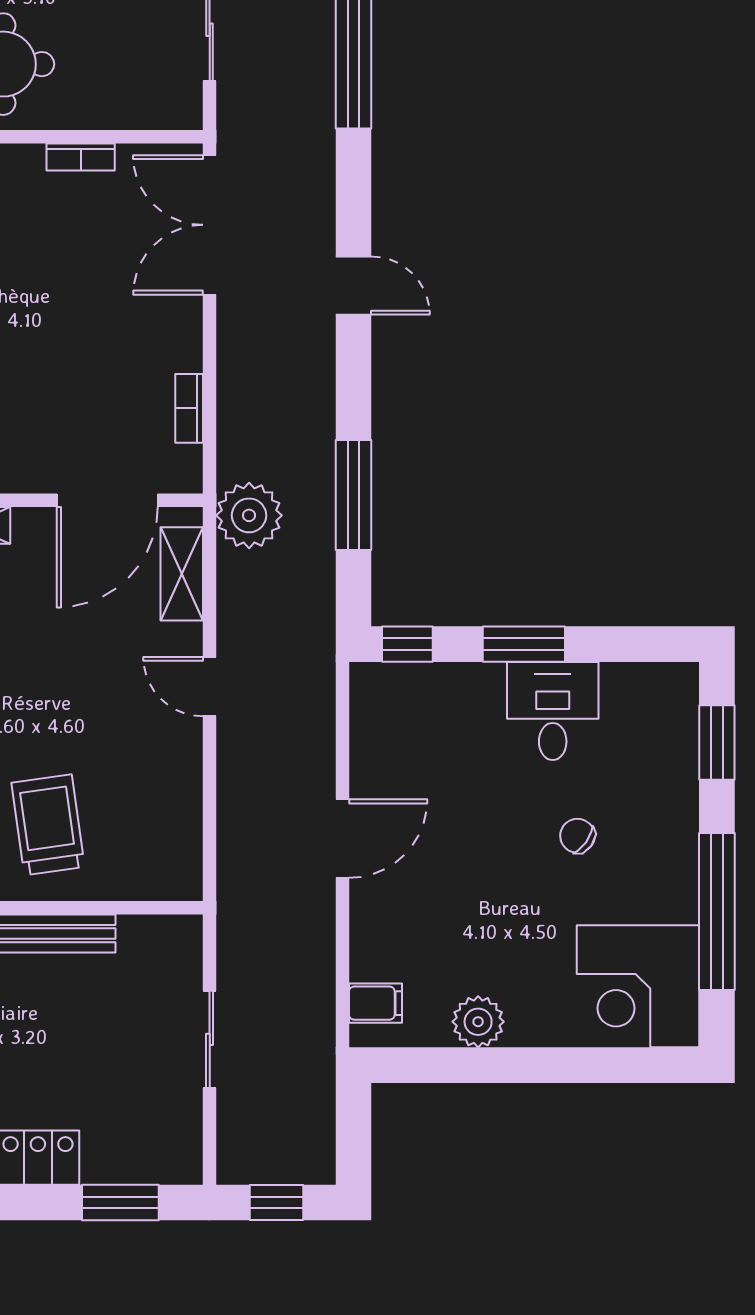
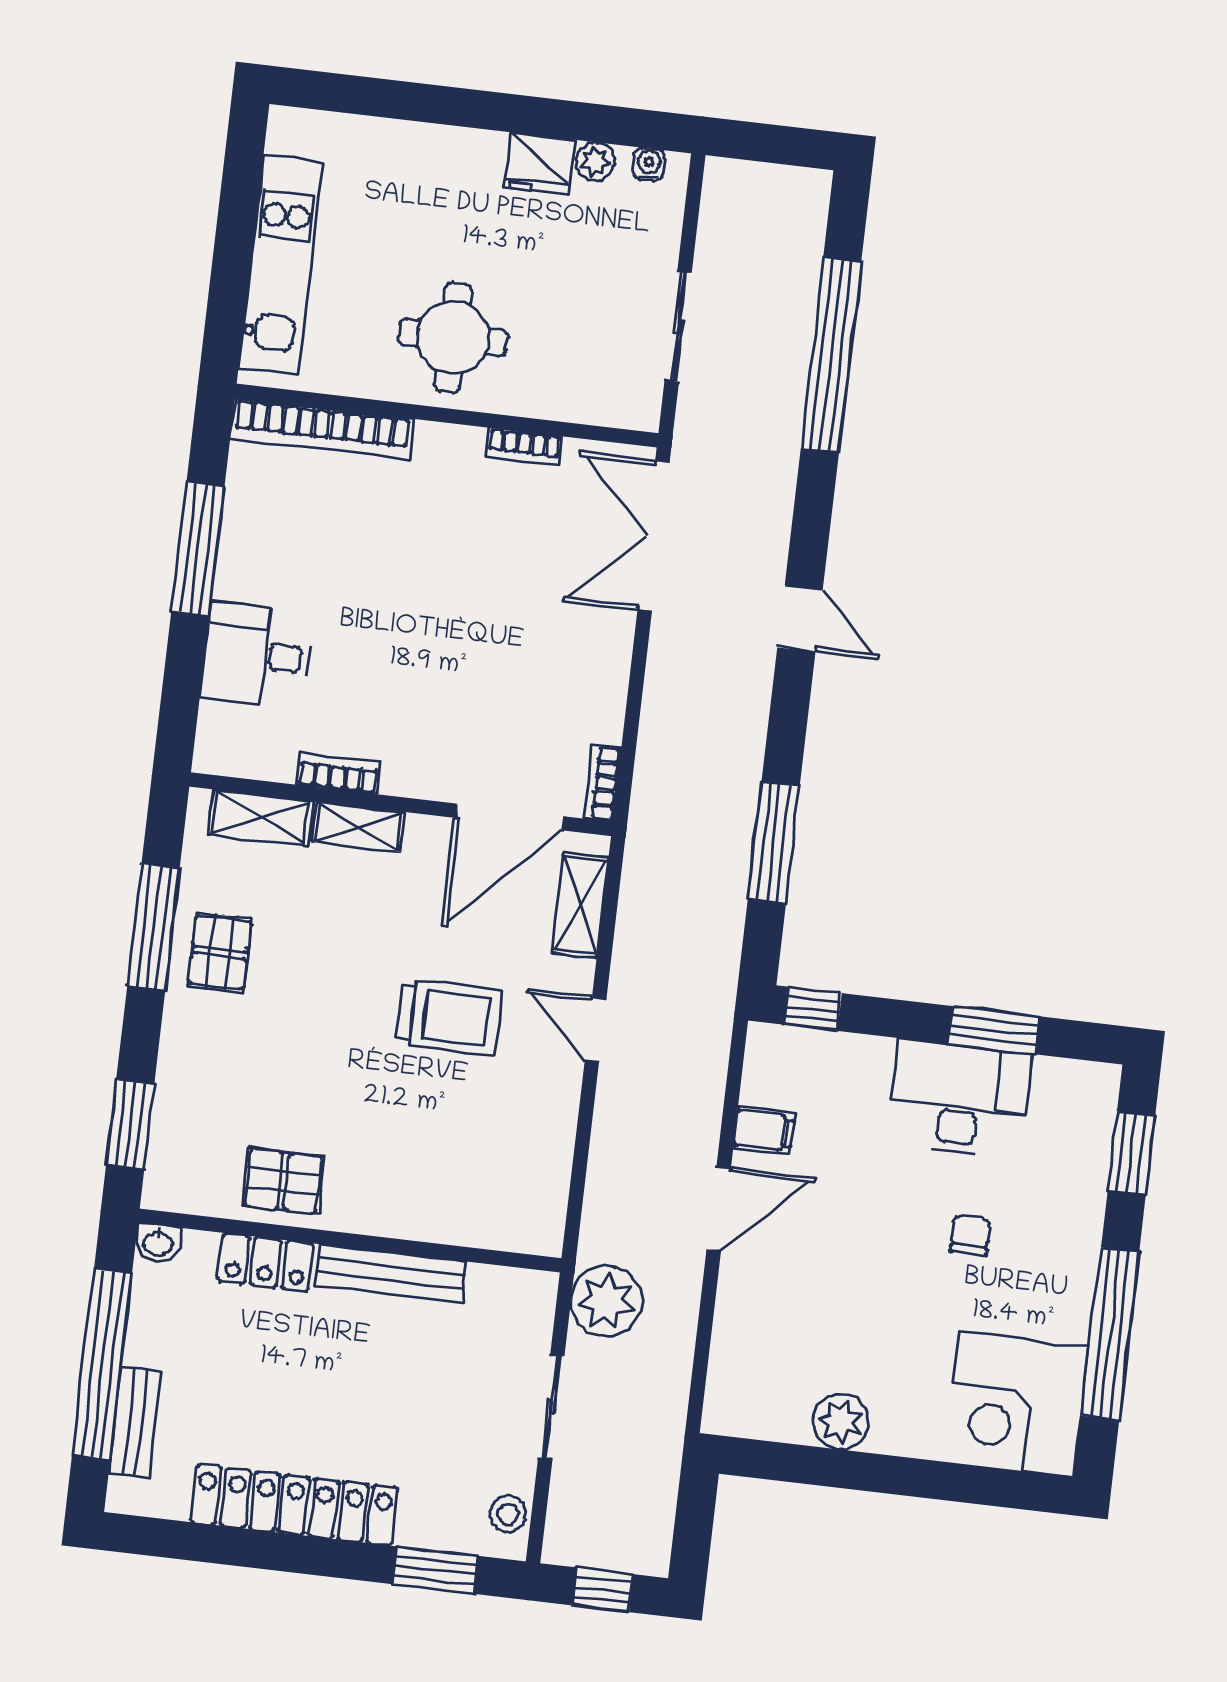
bookcase: (189, 408) -> (602, 783), moved
plant: (249, 515) -> (606, 1301), moved
window: (524, 644) -> (994, 1030), moved
desk: (553, 711) -> (960, 1099), width x1.37
trolley: (48, 825) -> (449, 1017), moved, turned 98
chair: (577, 836) -> (970, 1235), turned 55
filing cabinet: (376, 1003) -> (764, 1131), moved
stool: (181, 1143) -> (508, 1514), added

